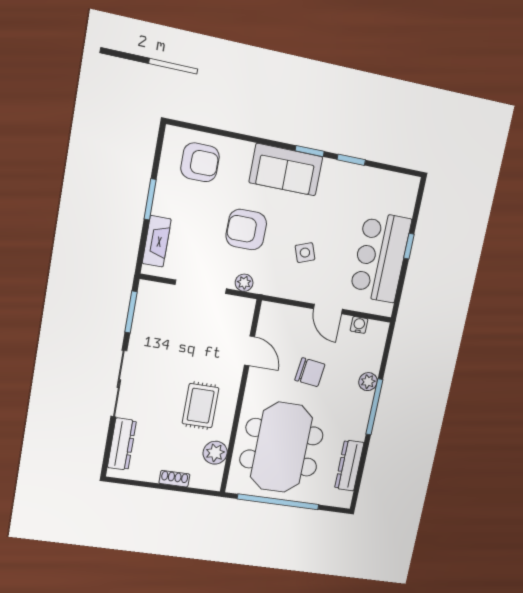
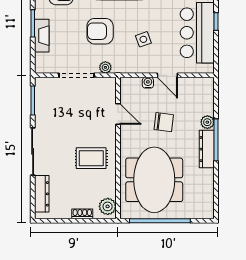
fireplace: (157, 241) -> (42, 36), moved
water cooler: (359, 325) -> (148, 83), moved
rug: (201, 406) -> (91, 158), turned 90
plant: (215, 453) -> (108, 206), moved
dresser: (349, 466) -> (207, 149), moved

